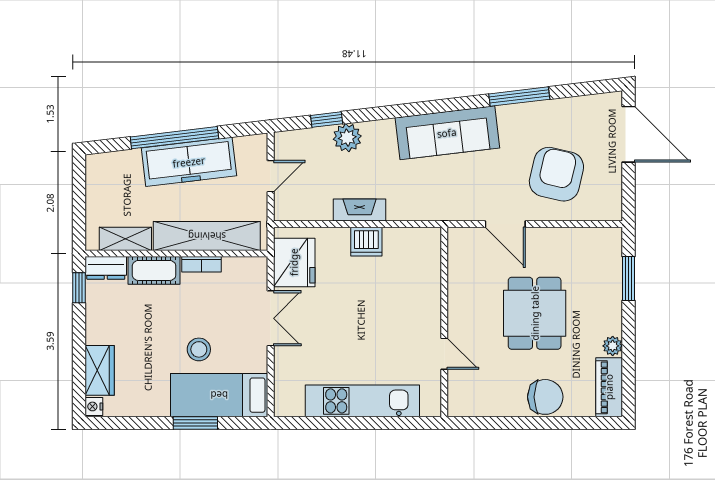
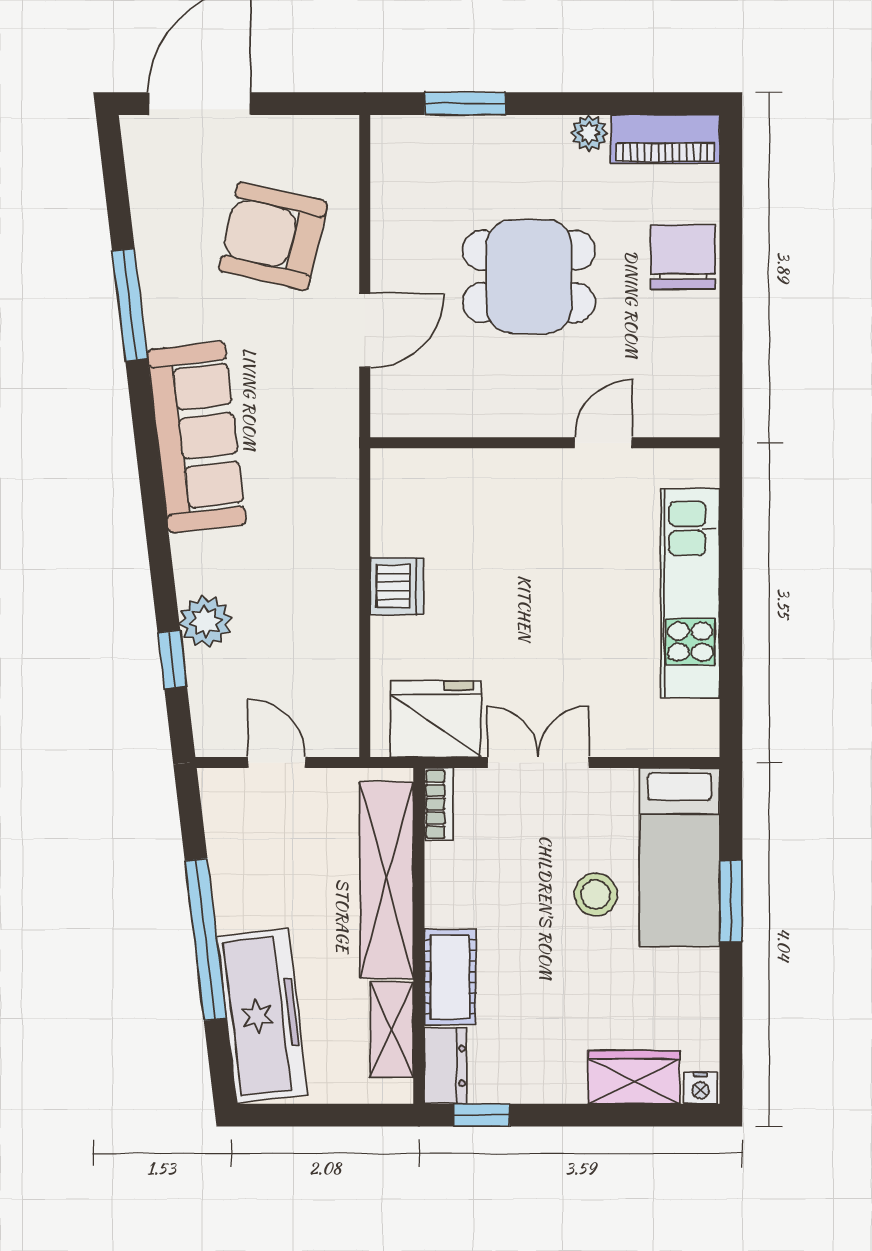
freezer: (189, 162) -> (262, 1016), moved
fireplace: (360, 210) -> (339, 599), removed
bookcase: (202, 264) -> (439, 804), moved

